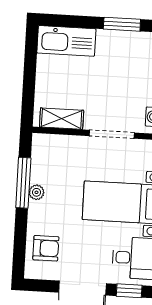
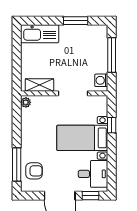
window: (23, 183) -> (17, 165), moved
plant: (36, 192) -> (26, 102), moved

